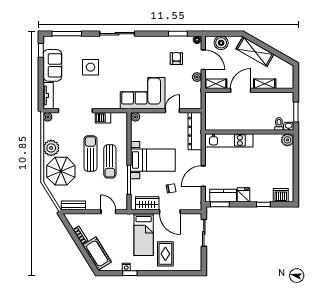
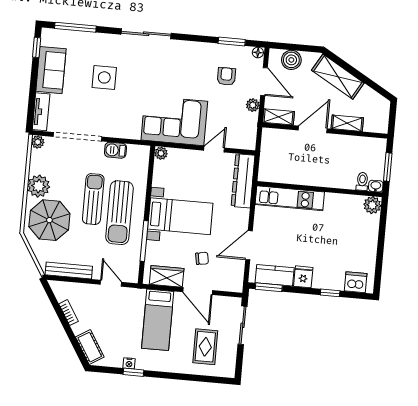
sun lounger: (110, 161) -> (120, 213), width x1.36, depth x1.34
bench: (73, 205) -> (69, 271), width x1.36
cot: (97, 254) -> (90, 347), width x0.73, depth x0.75
rug: (165, 254) -> (205, 347), moved

